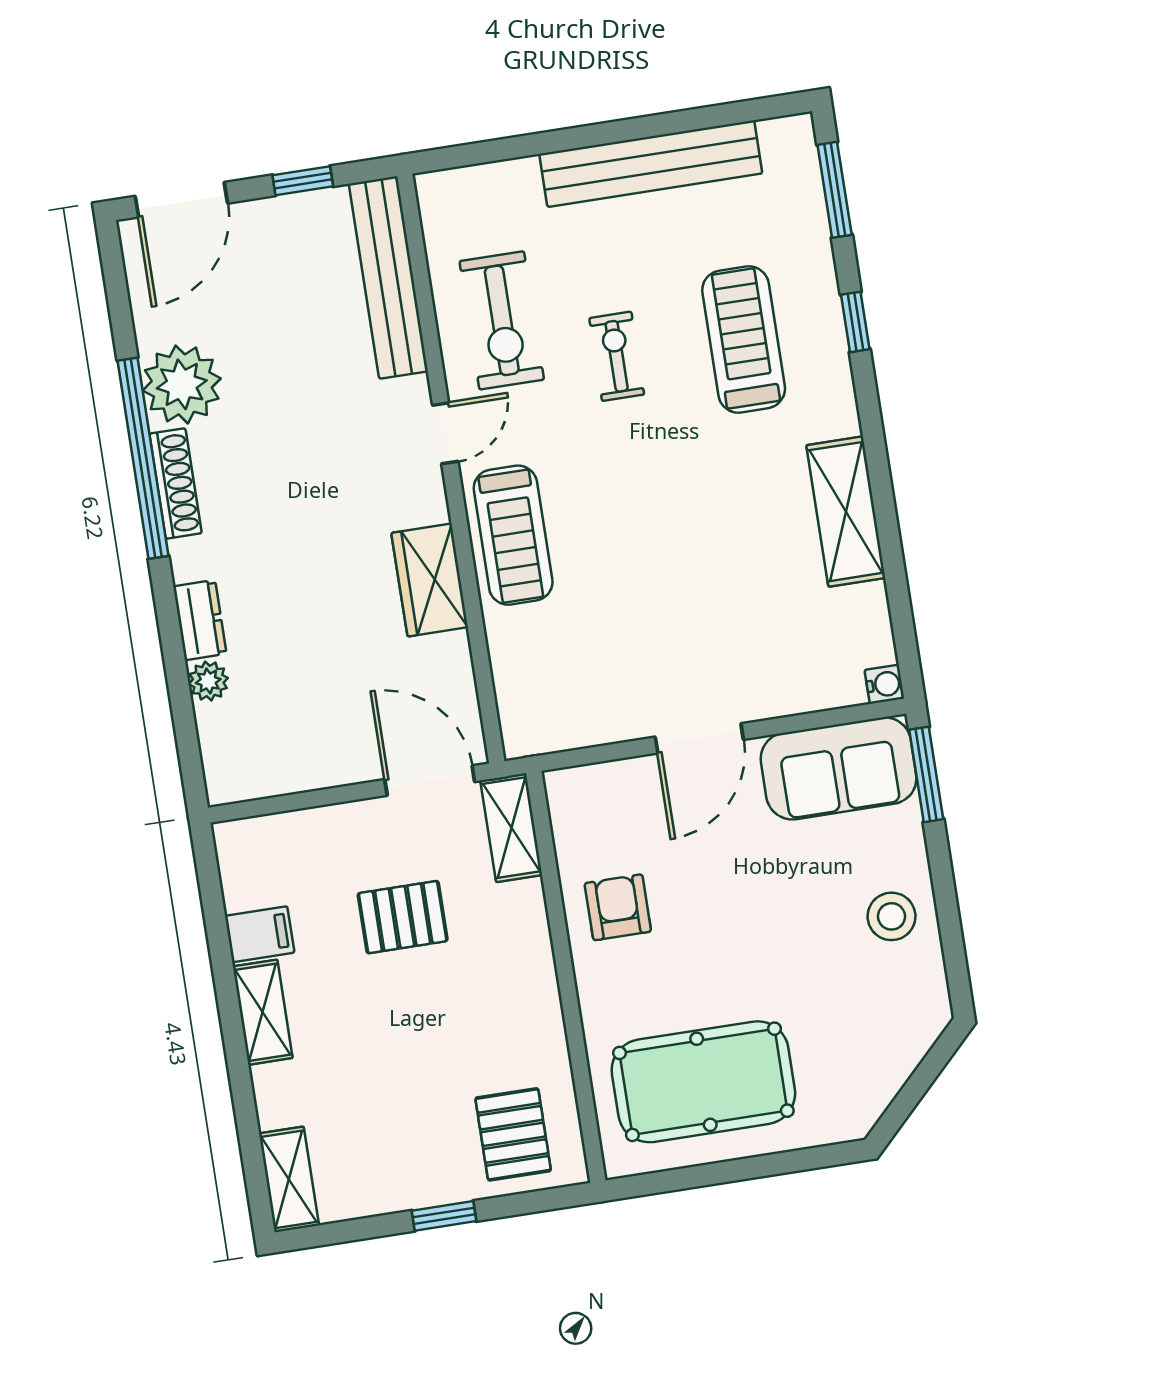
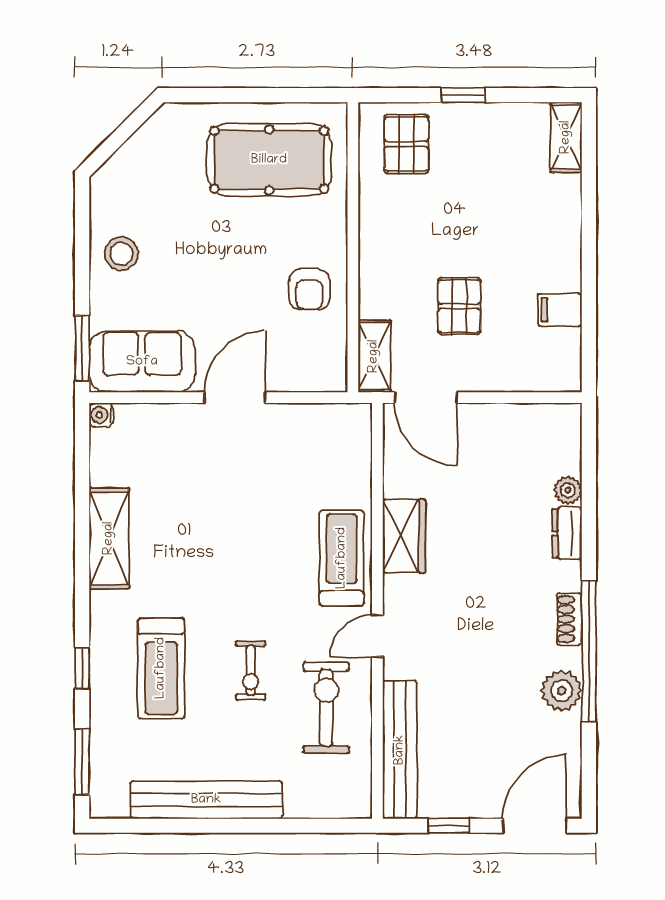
plant: (182, 384) -> (562, 691), width x0.73, depth x0.73
shoe rack: (176, 483) -> (569, 619), width x0.70
pallet: (403, 917) -> (459, 306), turned 90
shelving: (263, 1012) -> (566, 256), removed

